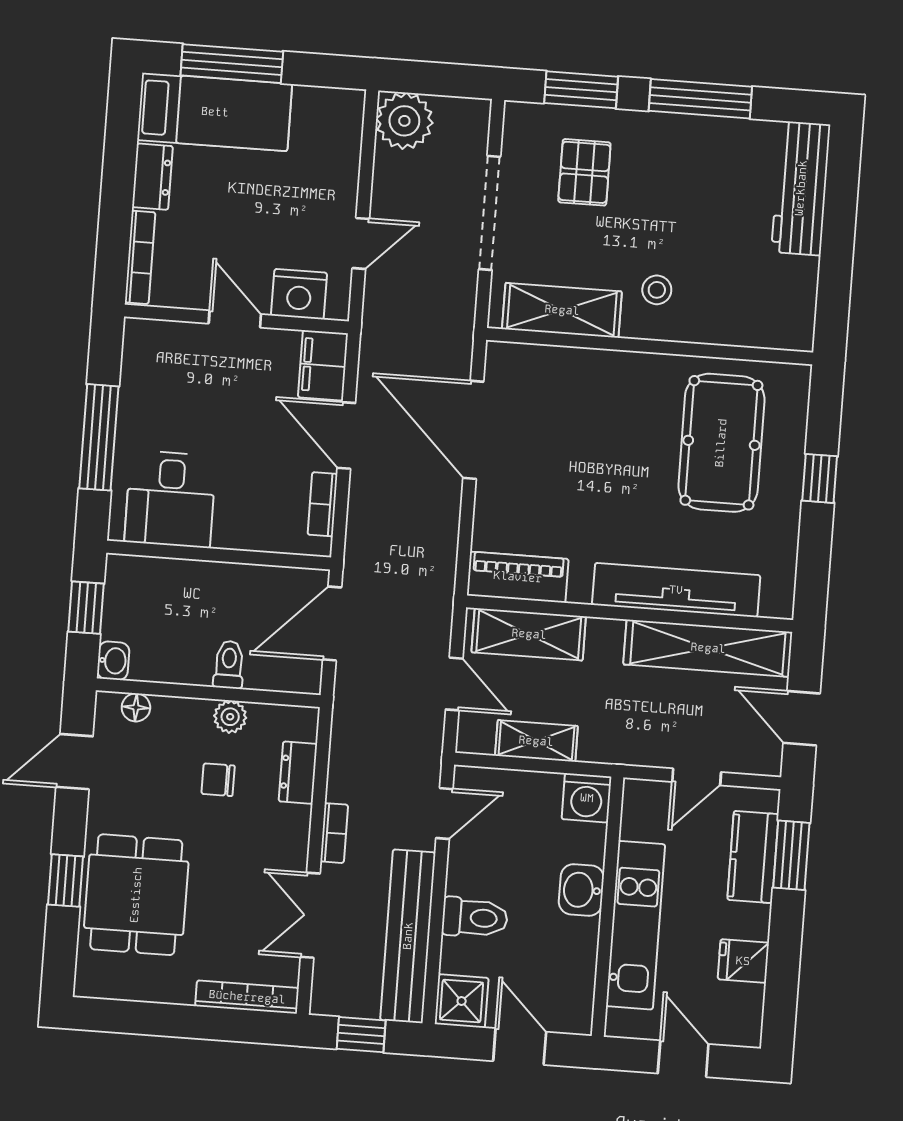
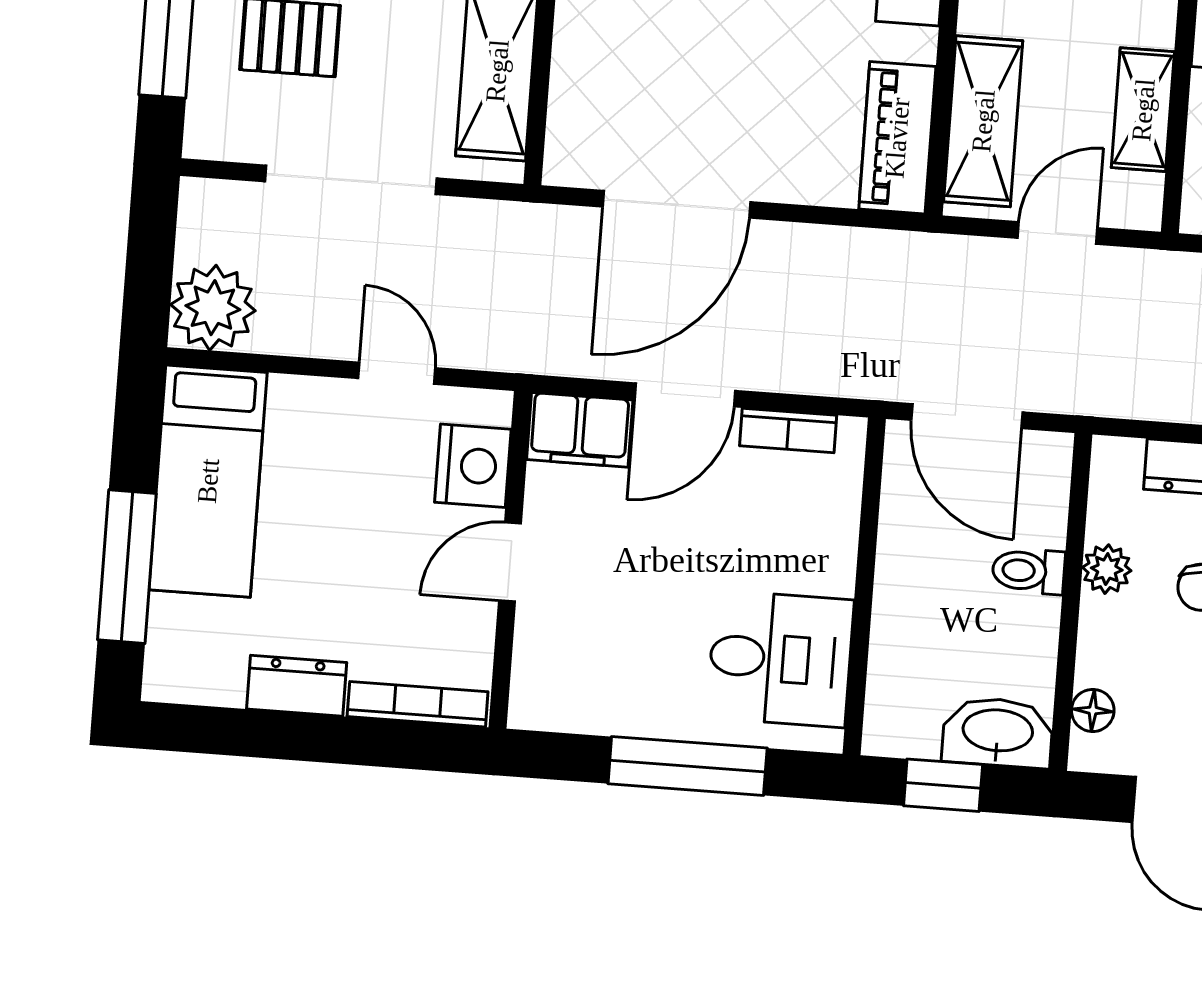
bed: (215, 112) -> (208, 481), moved, turned 180
washbasin: (113, 661) -> (998, 732), width x1.91, depth x1.45

